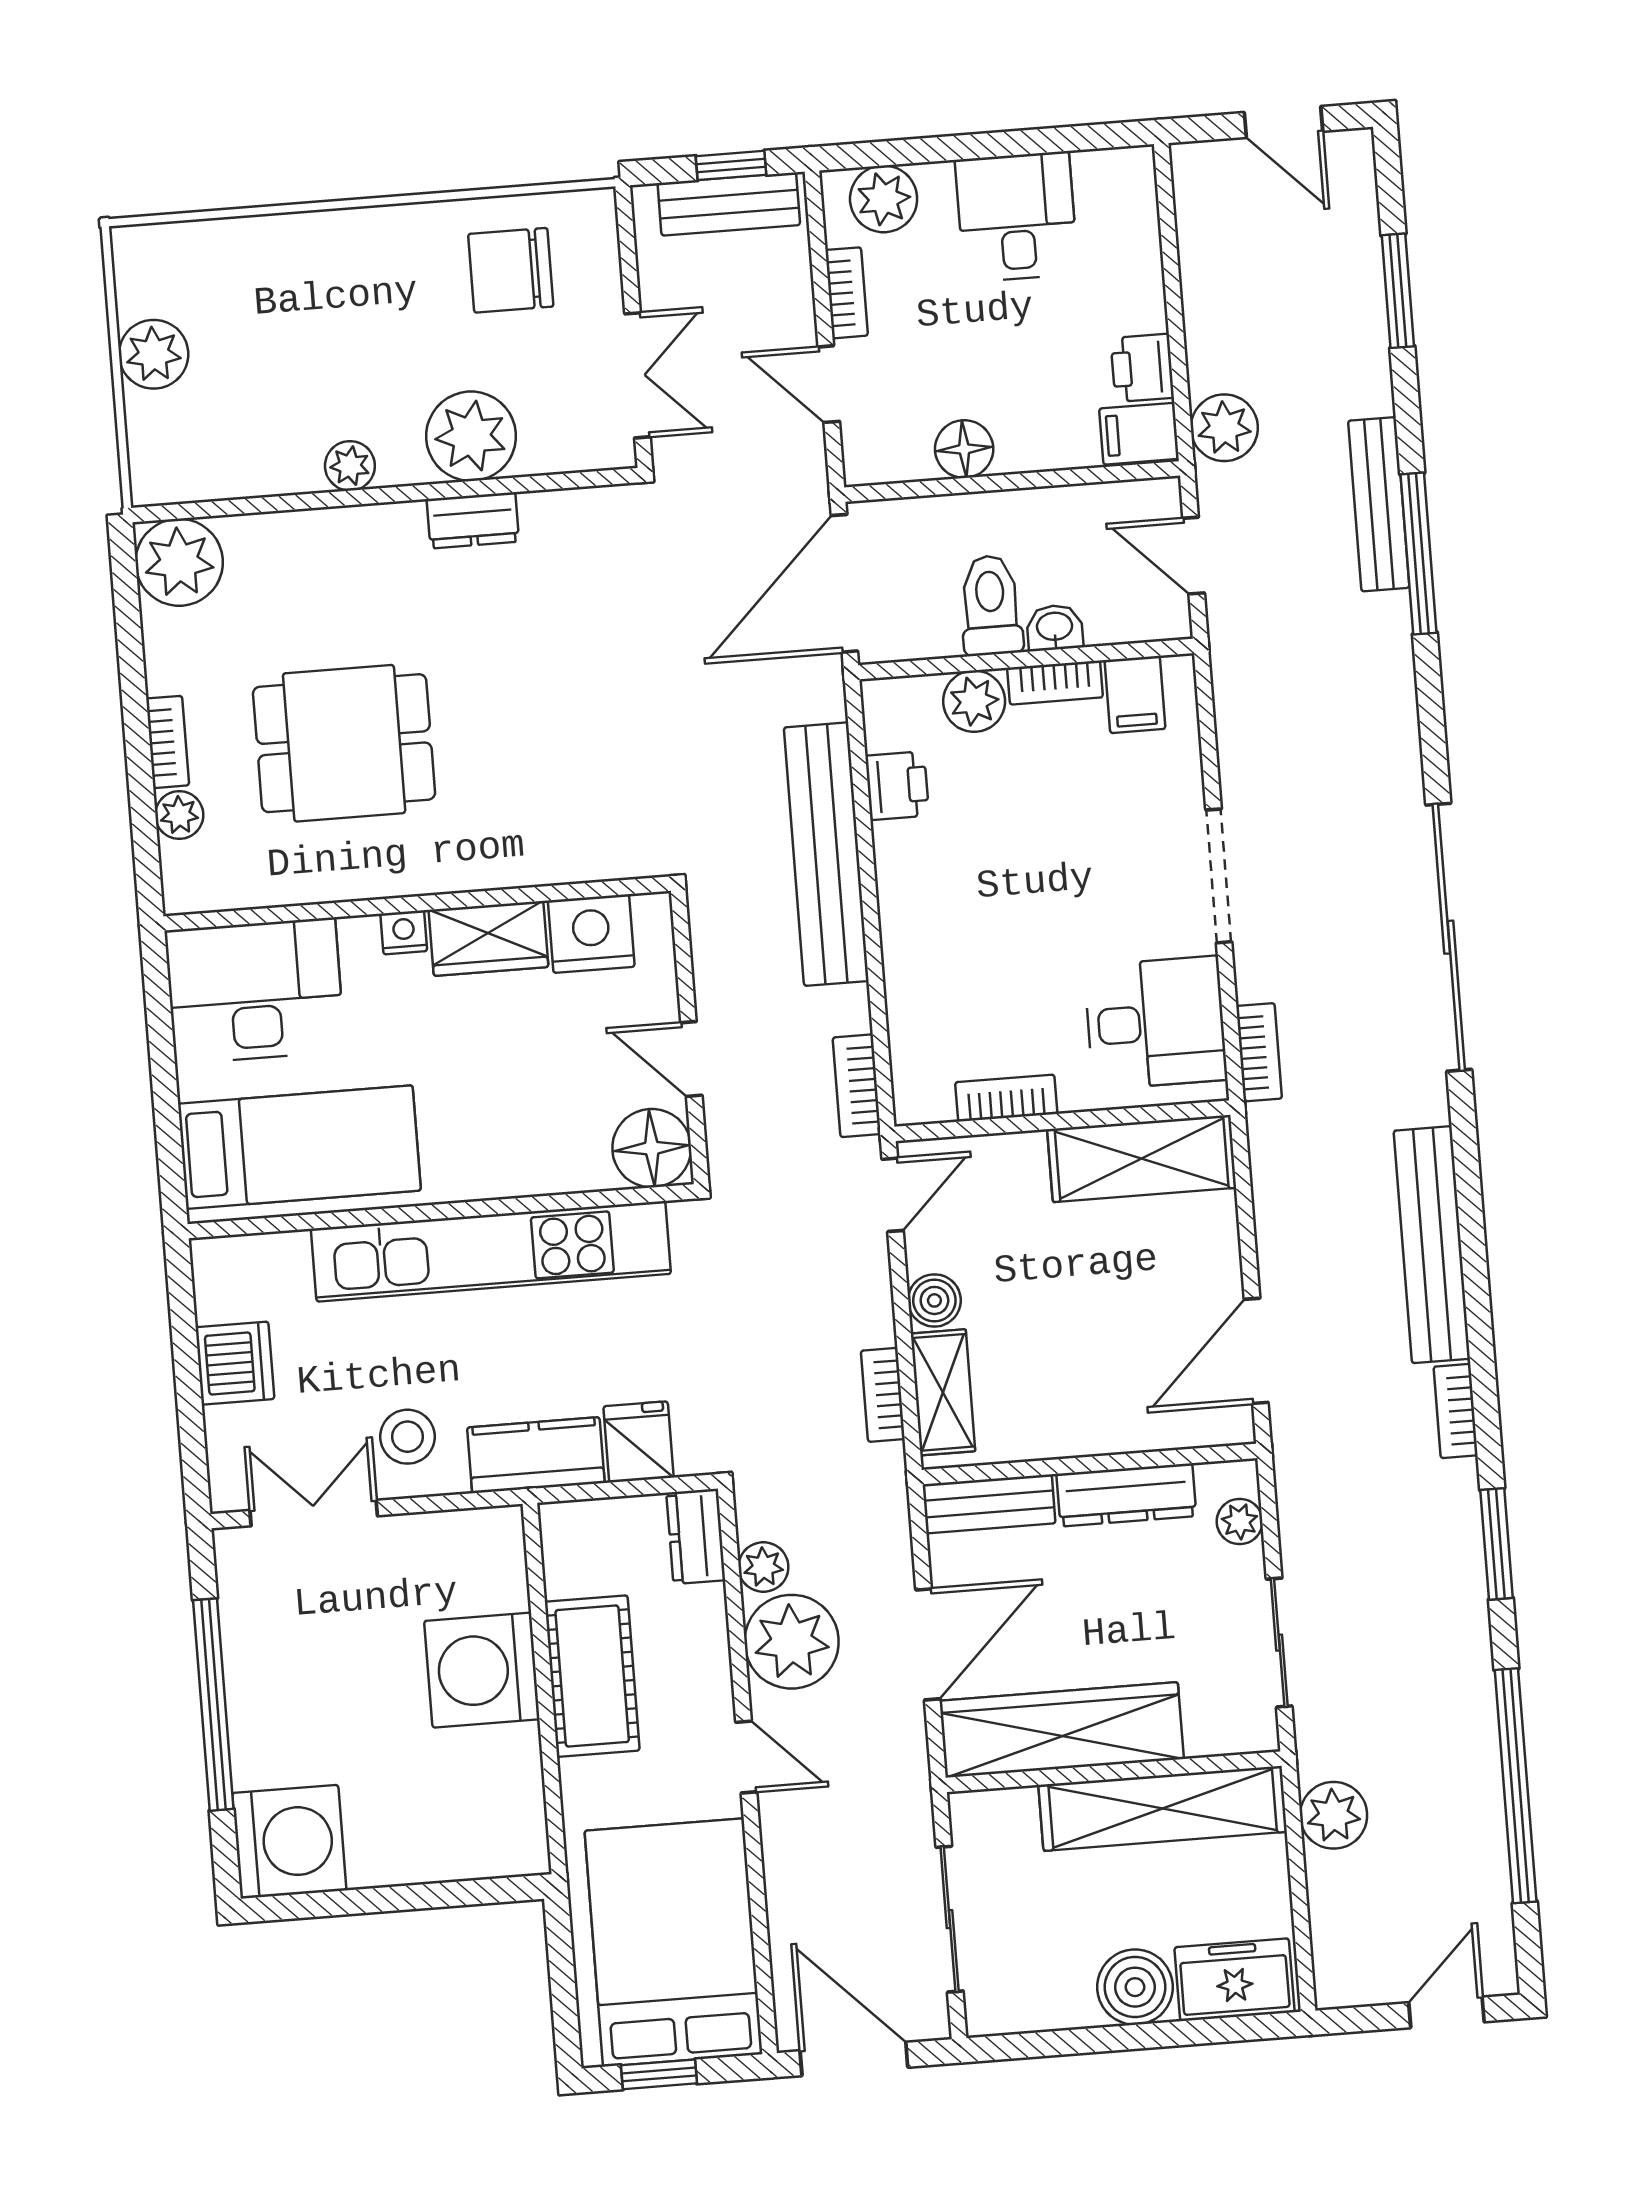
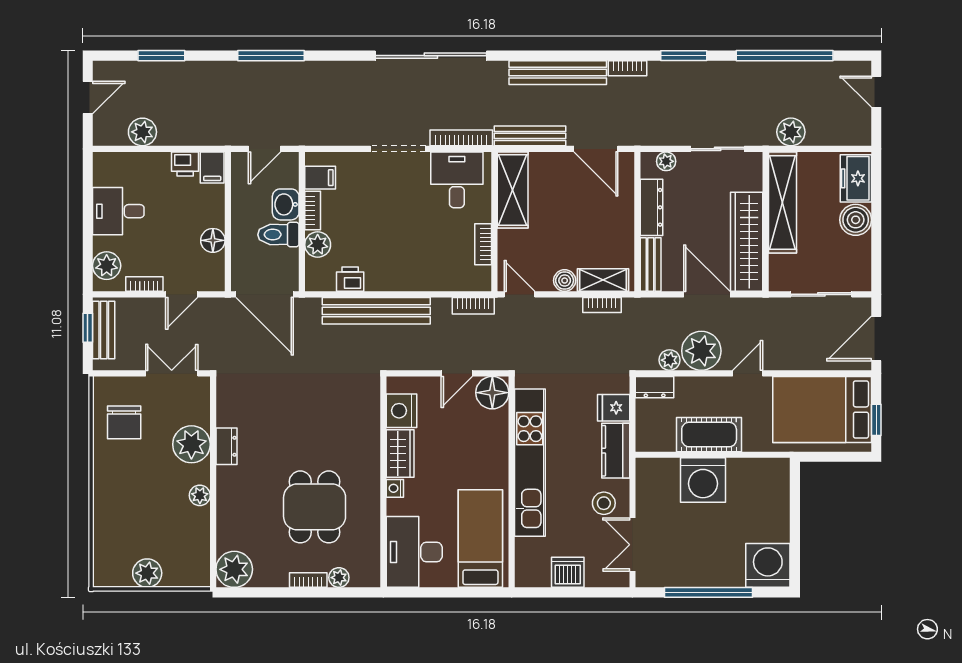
plant: (1224, 428) -> (142, 132), moved
bench: (1379, 504) -> (530, 136), moved
washbasin: (1055, 628) -> (286, 204), width x1.38, depth x1.45
bookcase: (1259, 1052) -> (461, 138), width x1.56

